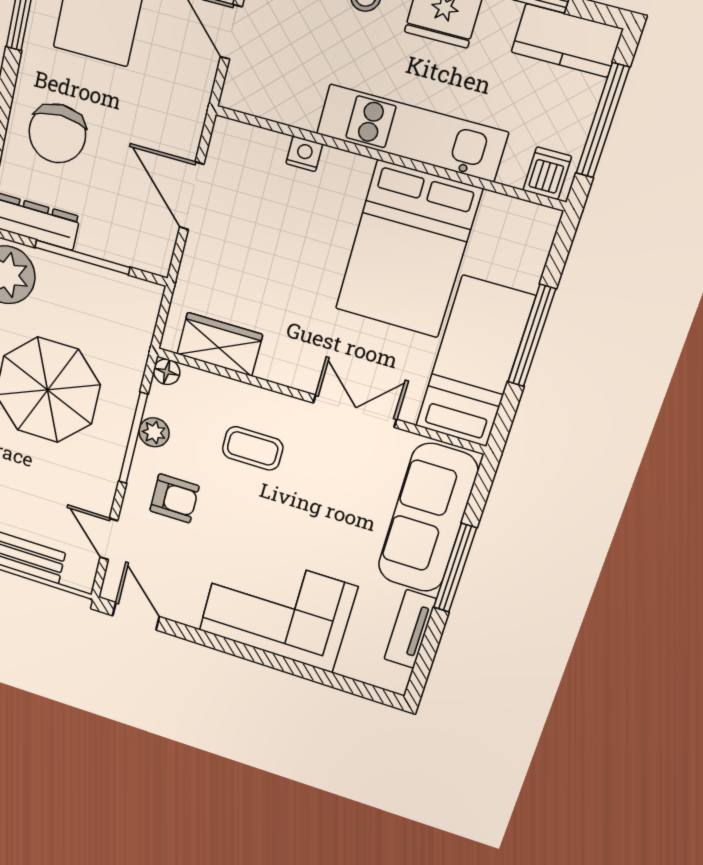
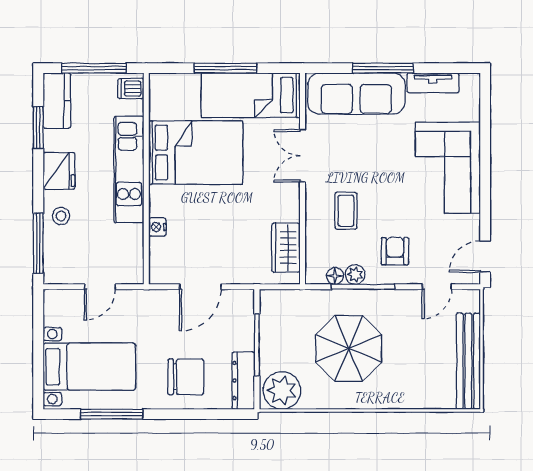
floor lamp: (167, 372) -> (335, 276), moved

